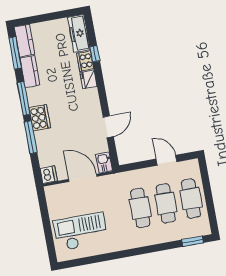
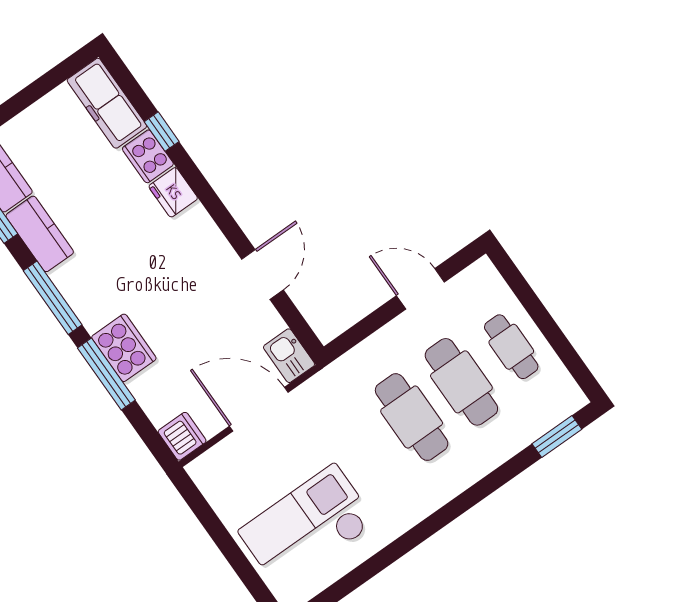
cooker: (40, 118) -> (124, 348), moved
cafe table: (191, 199) -> (511, 347), width x0.73, depth x0.74

